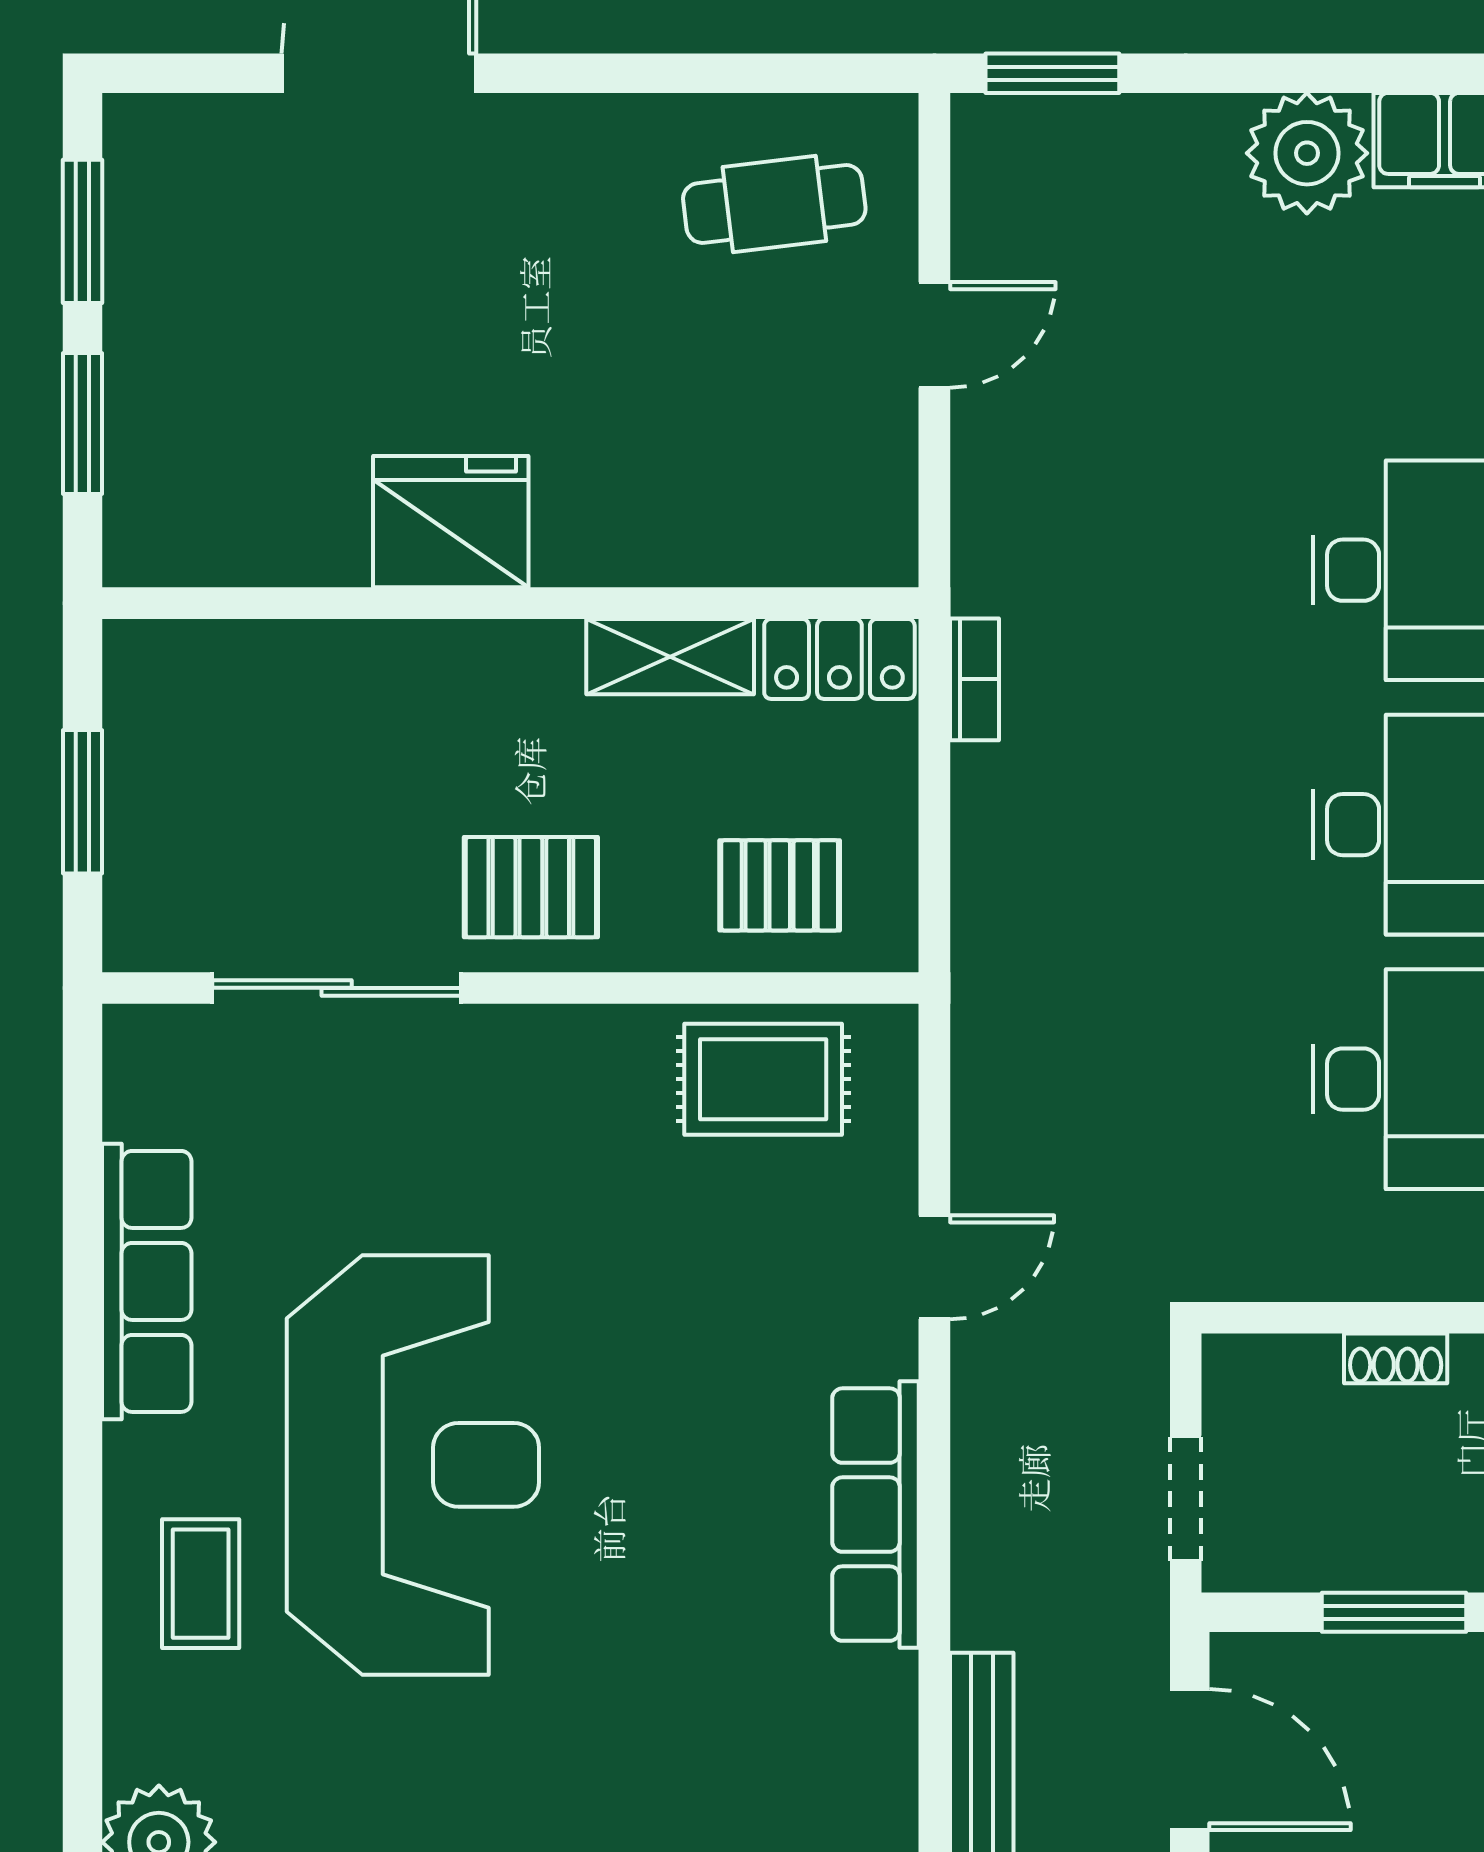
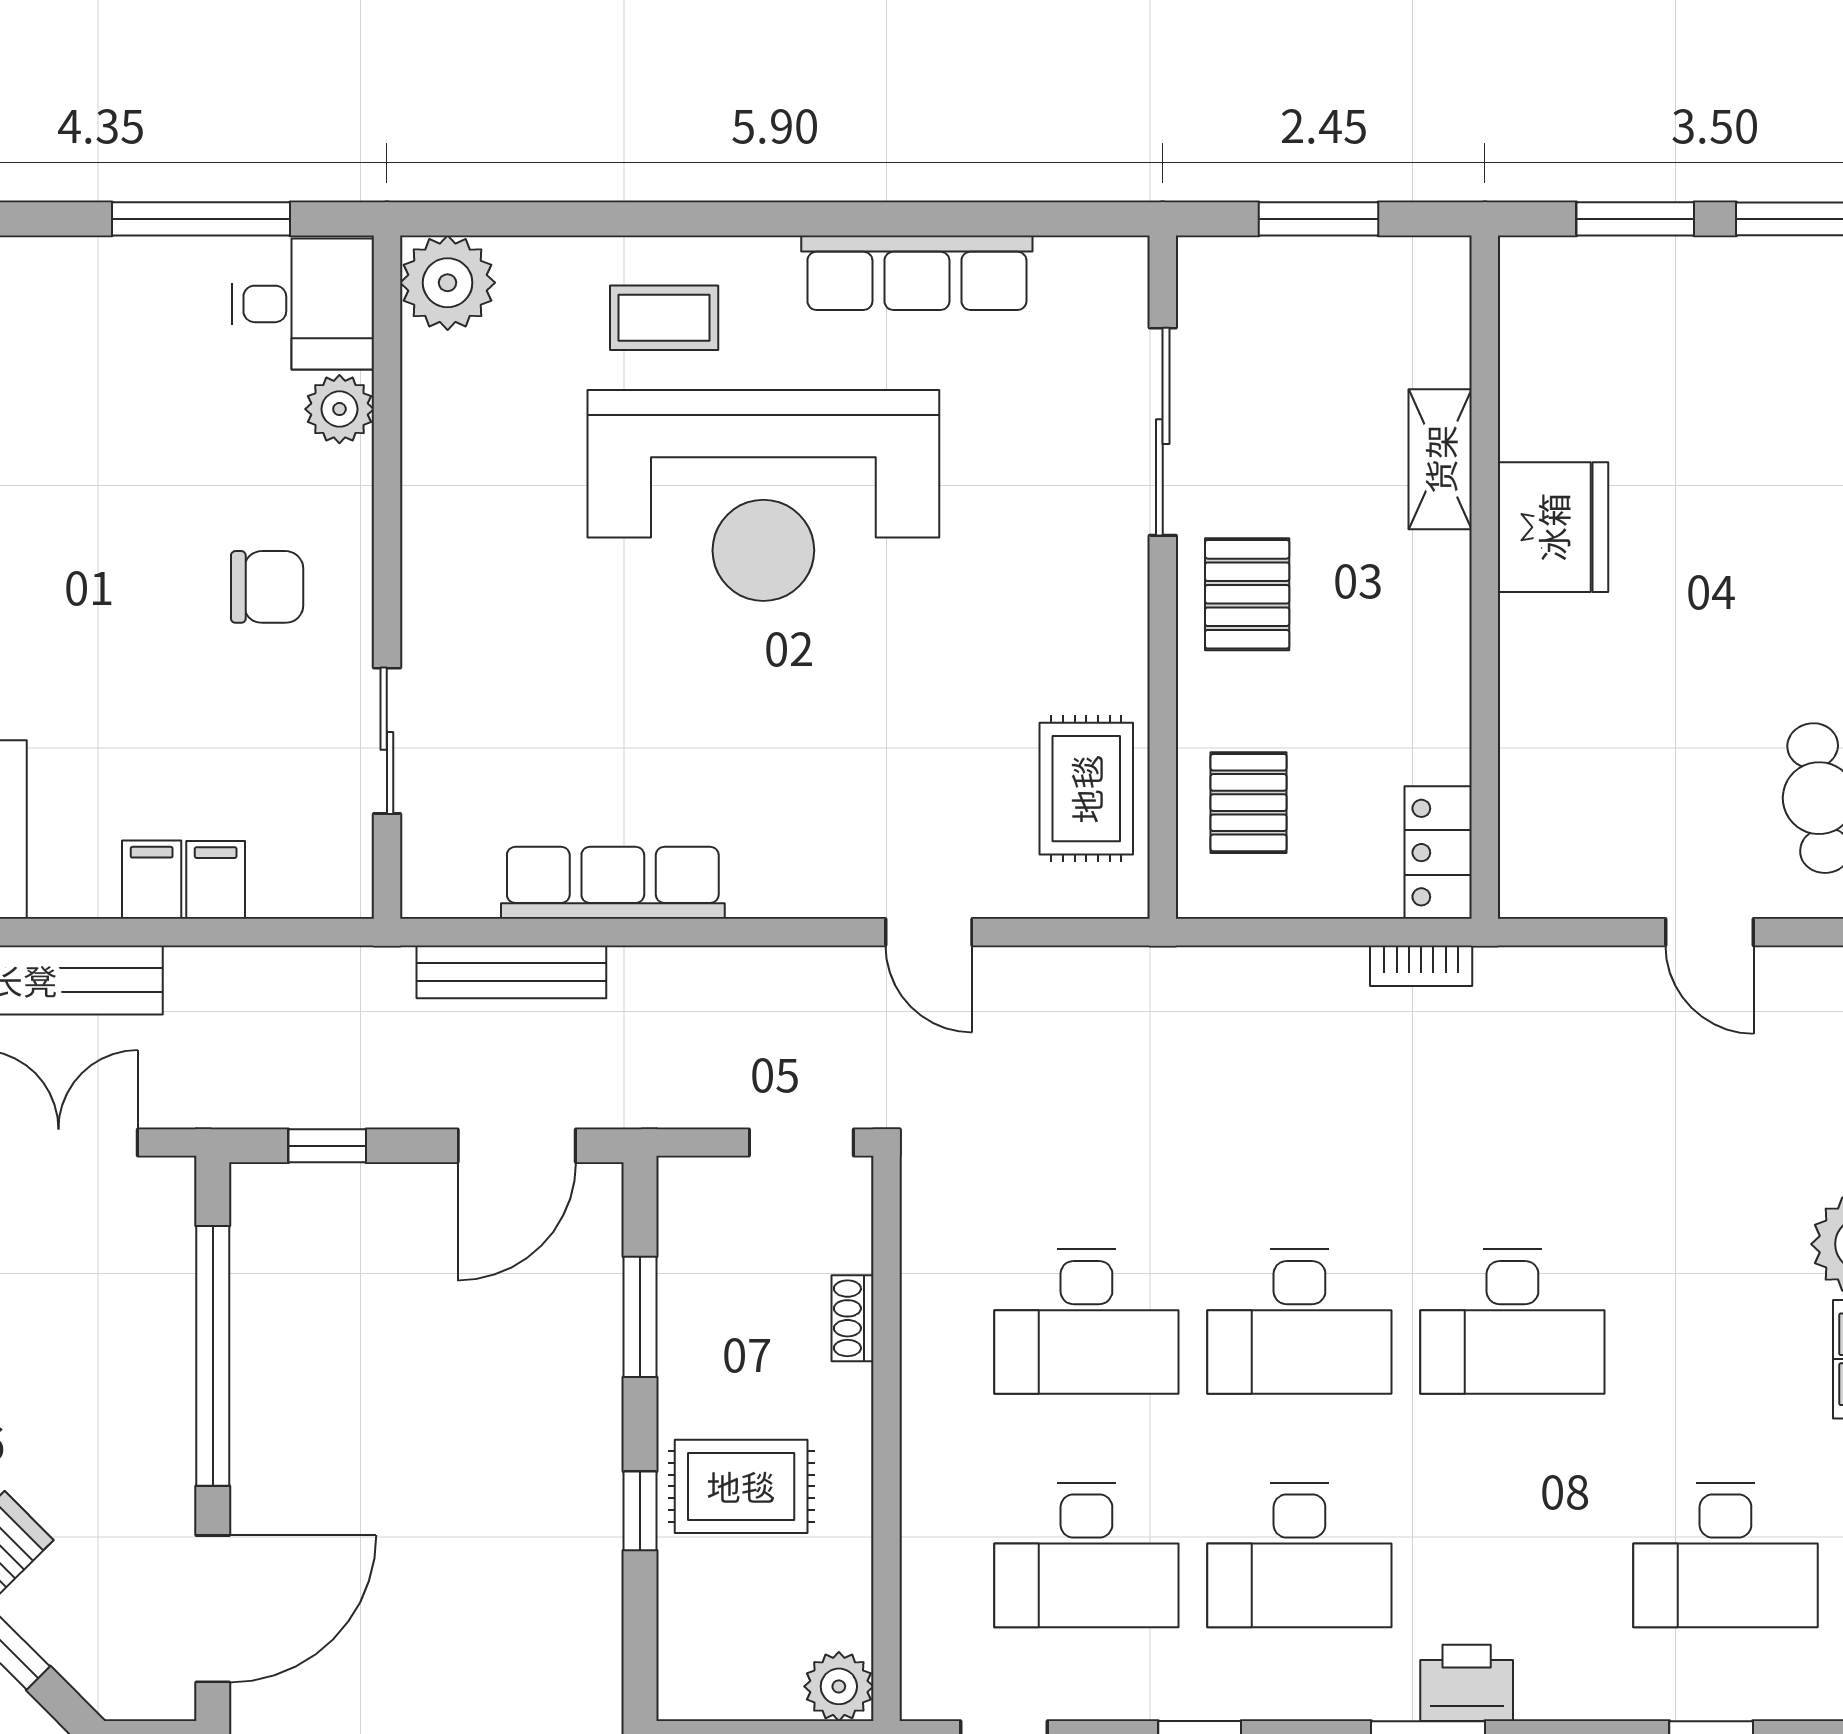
shelving: (670, 657) -> (1440, 459), moved
doorway: (1186, 1498) -> (801, 1143), moved
row of seats: (876, 1515) -> (613, 883), moved

